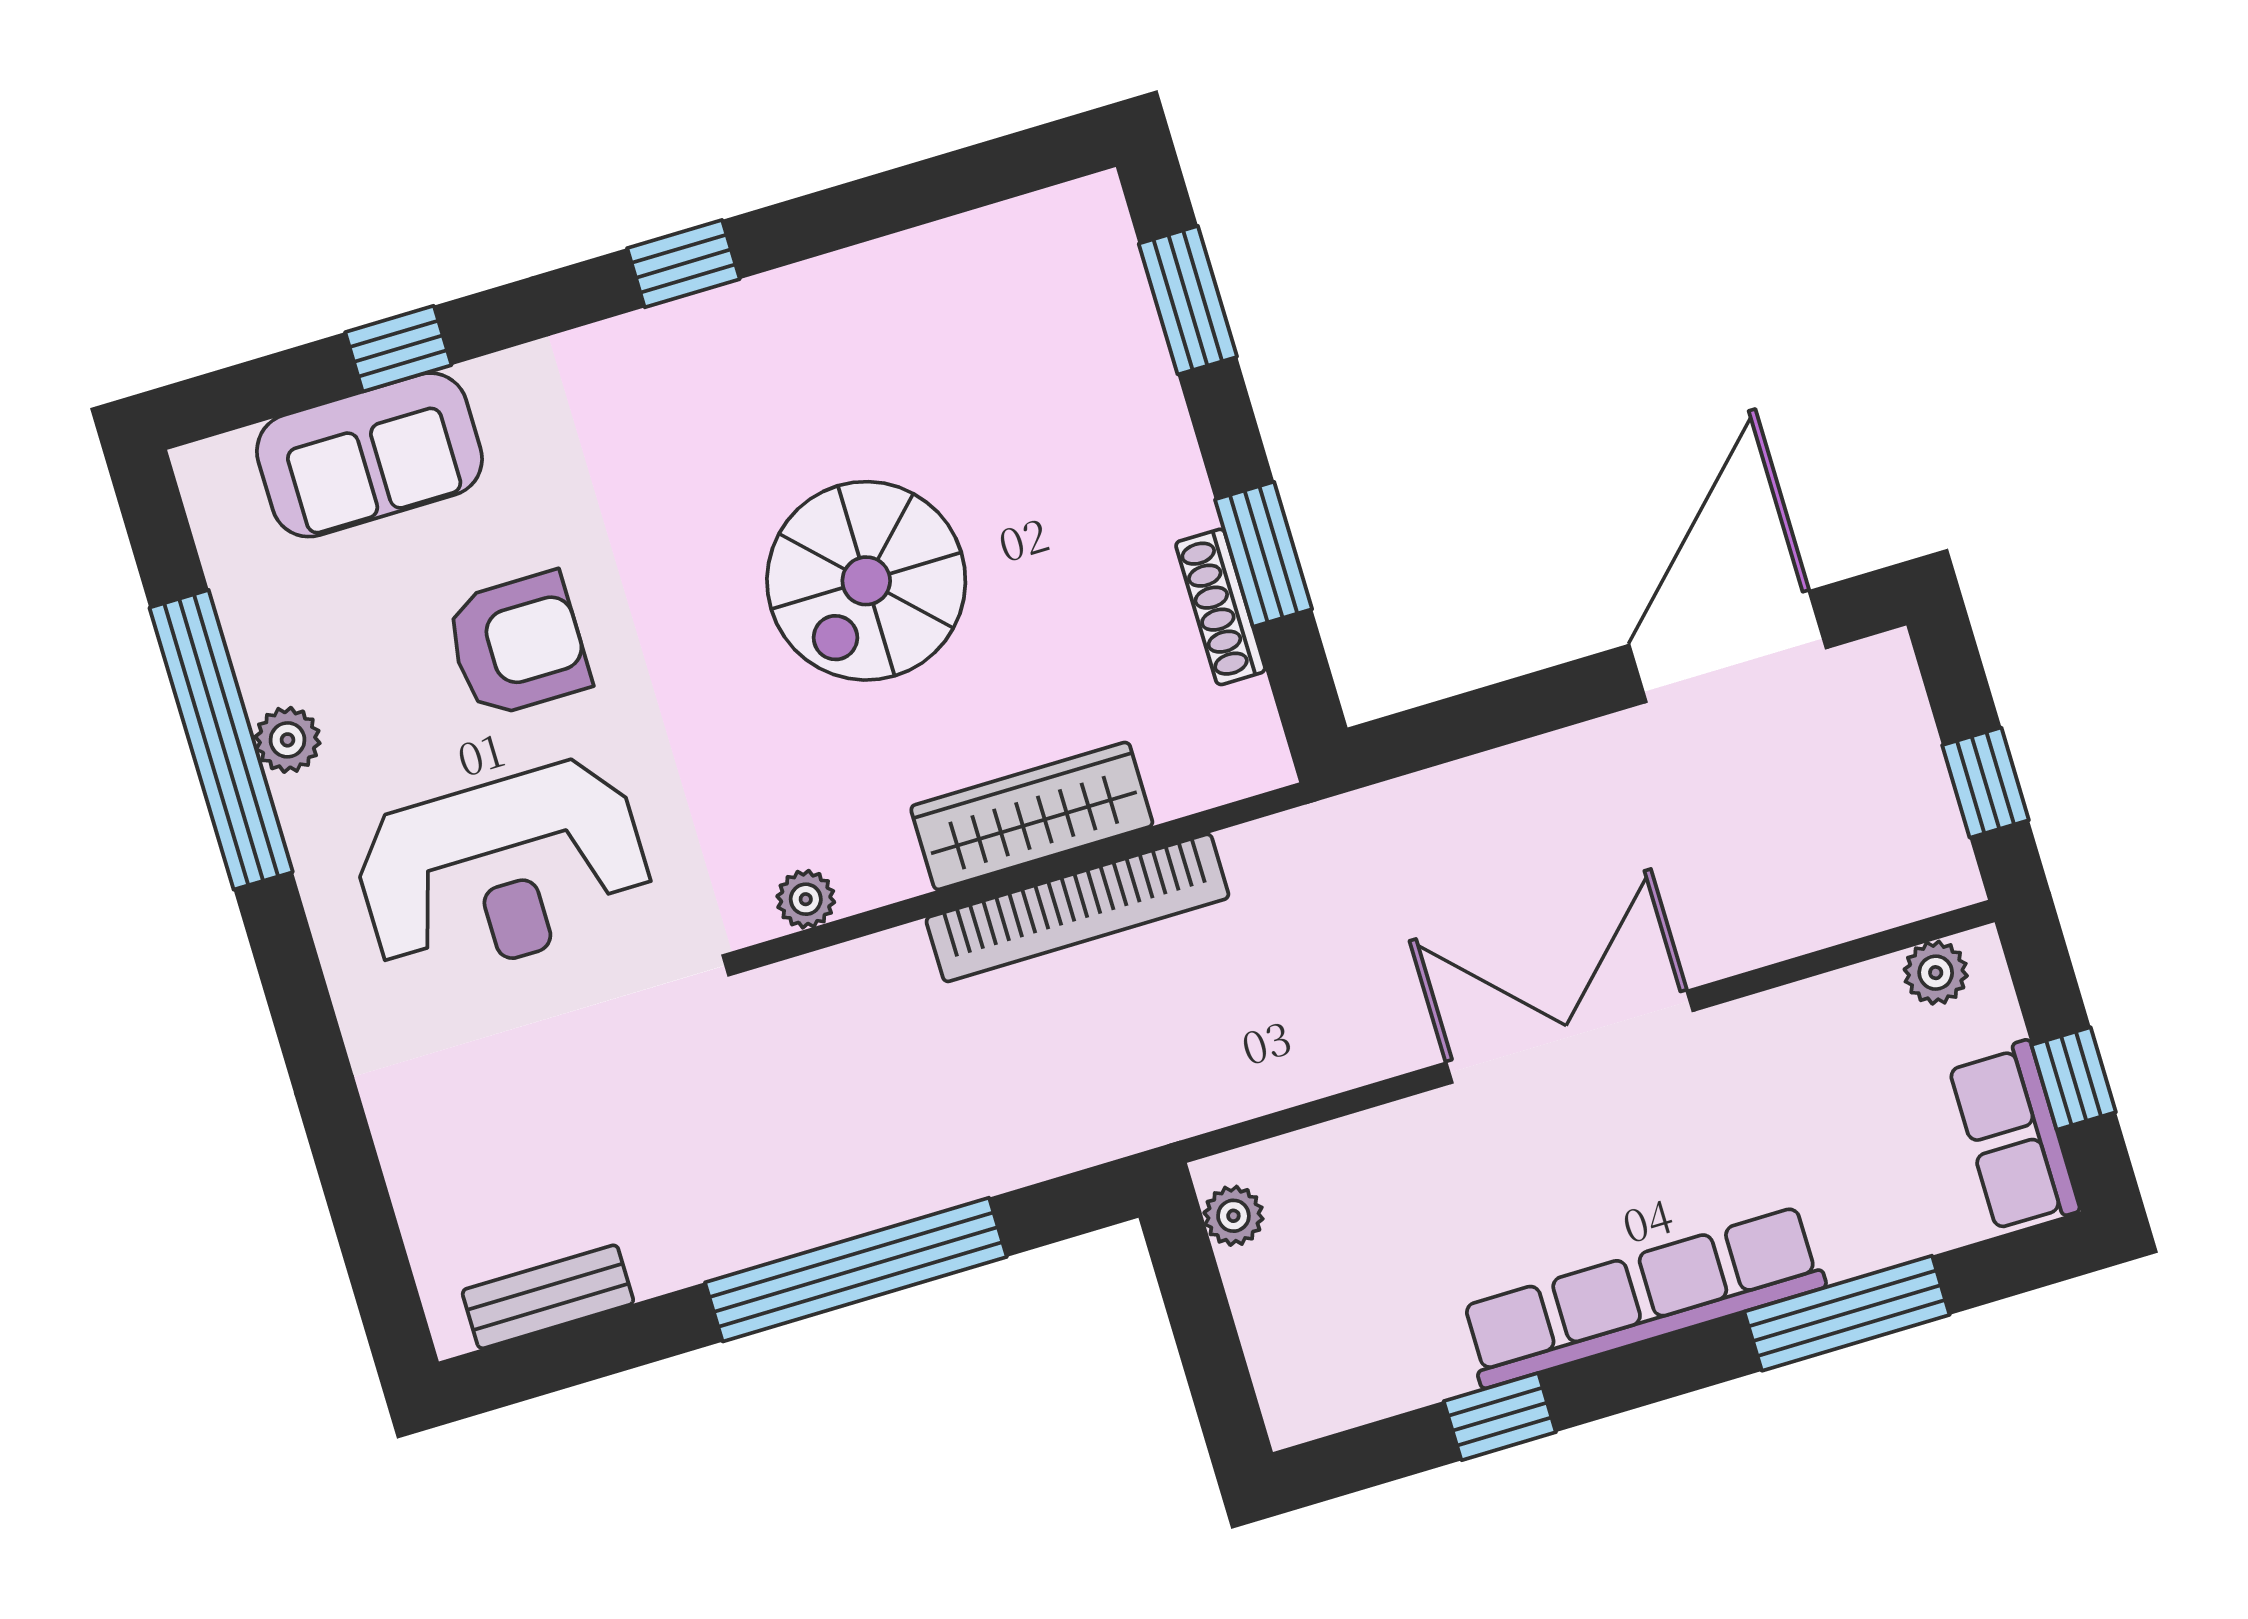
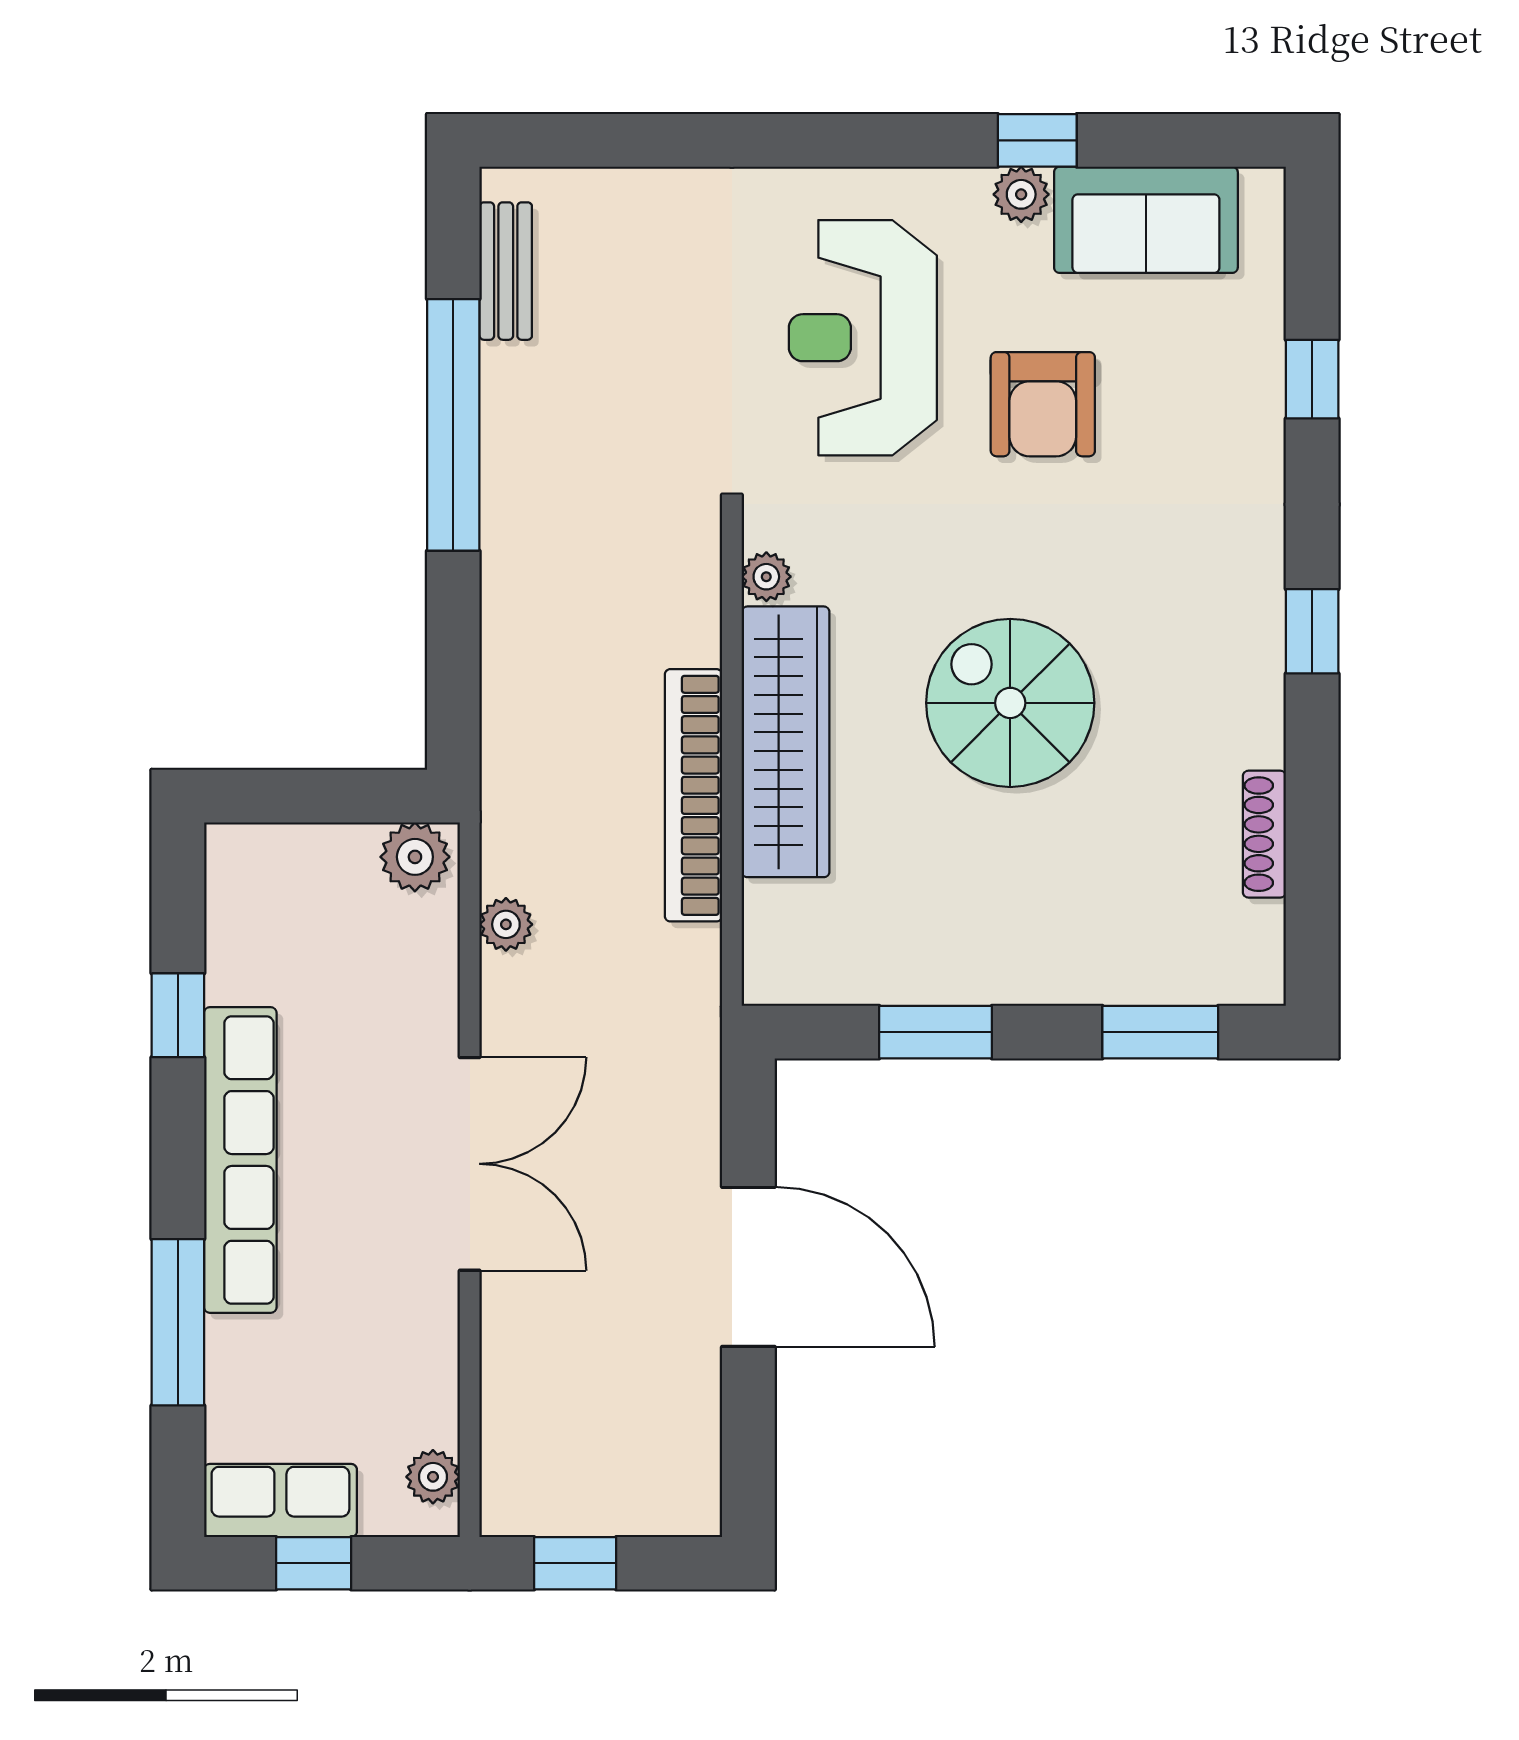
sofa: (369, 455) -> (1146, 220), moved, turned -90
shoe rack: (1220, 607) -> (1264, 834), moved, turned -90
door: (1728, 646) -> (748, 1267), moved
window: (221, 740) -> (1037, 140), width x0.32
wardrobe: (1032, 816) -> (786, 742), width x1.40, depth x1.17
plant: (1287, 1076) -> (506, 924), added
plant: (1233, 1216) -> (415, 857), width x1.38, depth x1.38
window: (856, 1270) -> (453, 425), moved

